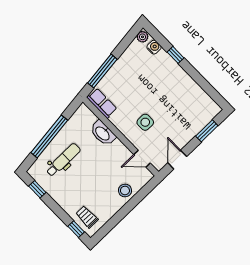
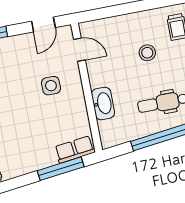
row of seats: (102, 103) -> (75, 150), moved, turned 83
stool: (125, 190) -> (147, 53), moved

